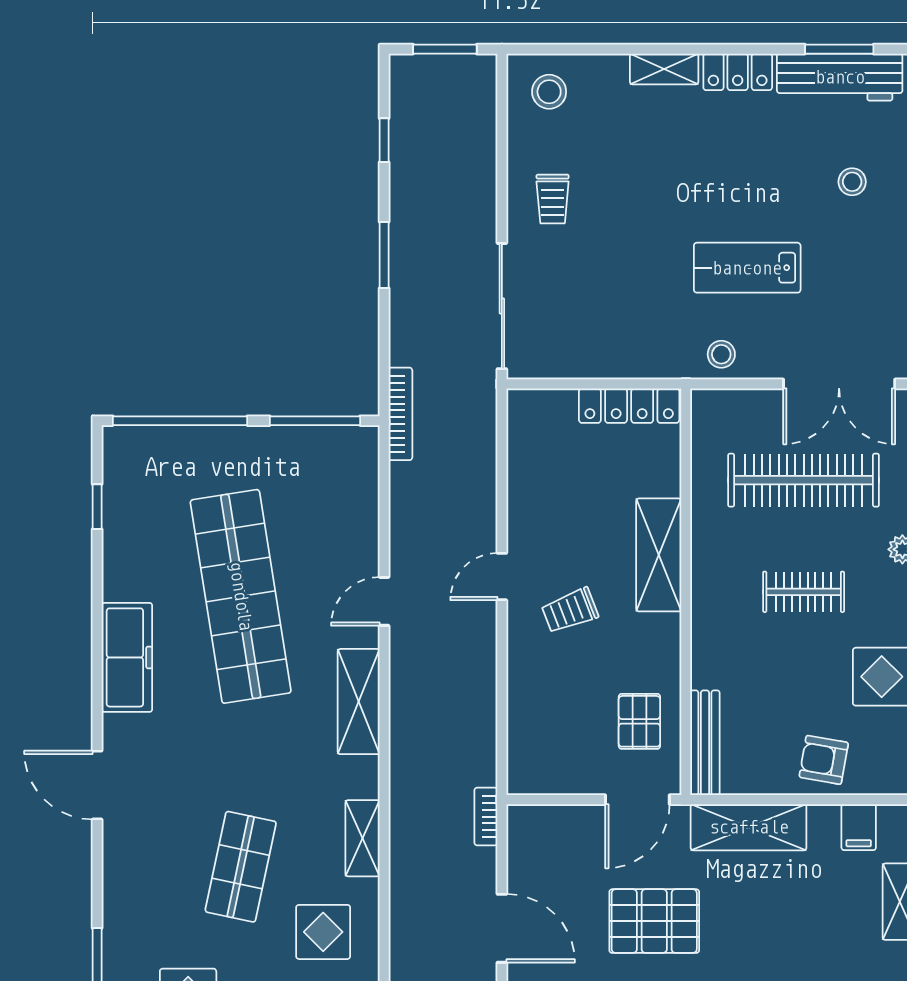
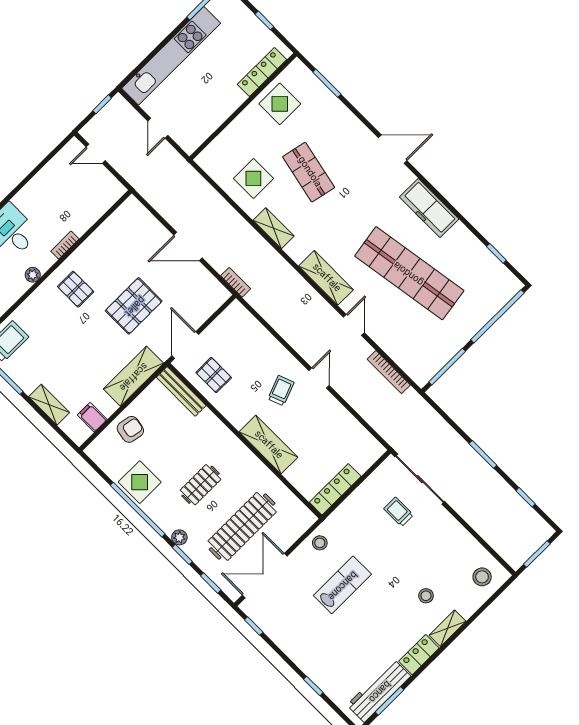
stool: (852, 182) -> (426, 596), moved
trolley: (553, 199) -> (399, 512), moved
bookcase: (400, 414) -> (389, 372), moved

